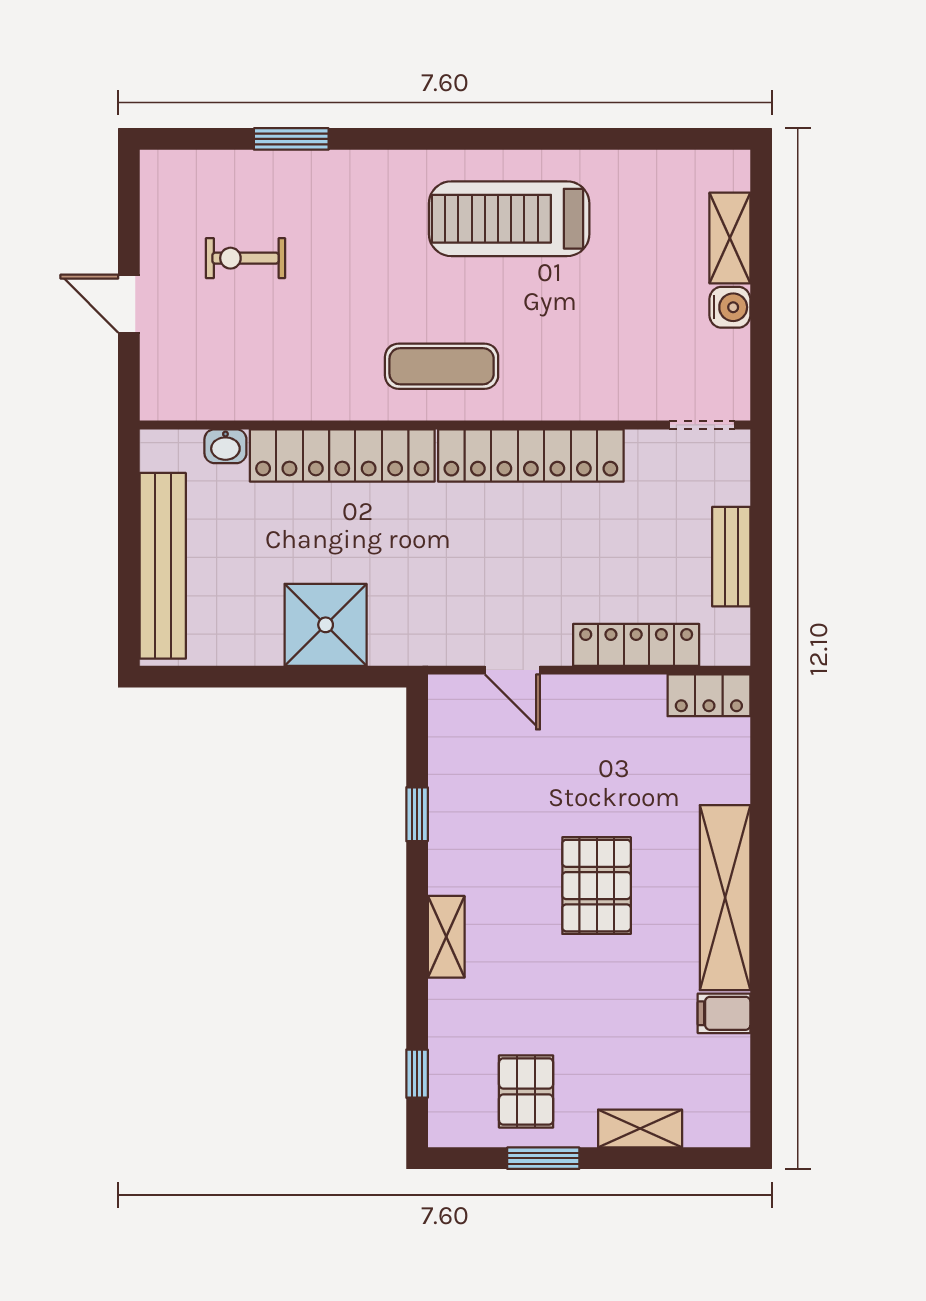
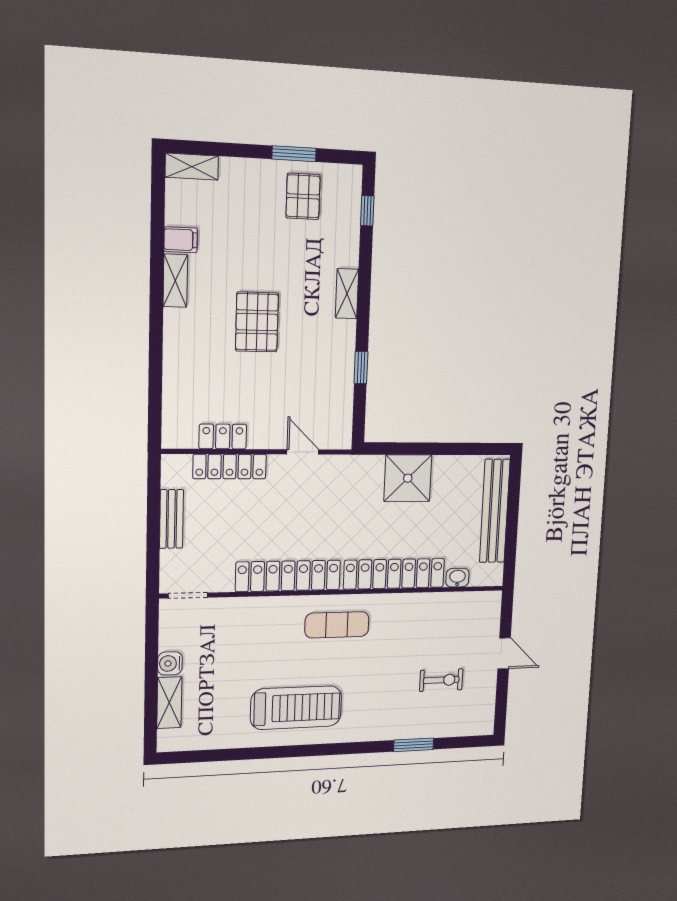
locker: (709, 695) -> (223, 437), moved
shelving: (725, 898) -> (175, 281), width x0.45, depth x0.75
shelving: (640, 1128) -> (192, 167), moved

